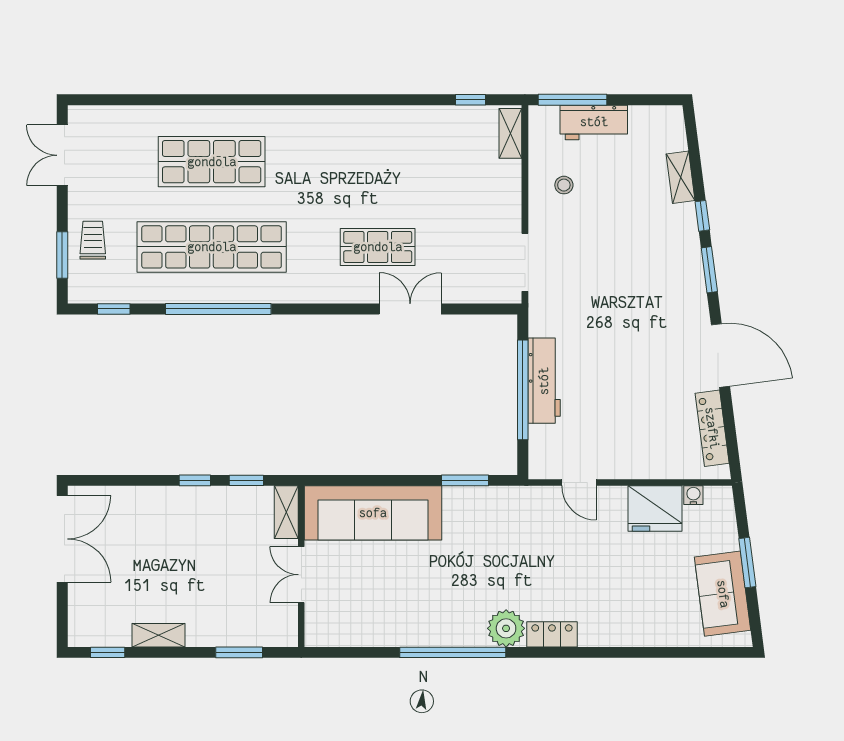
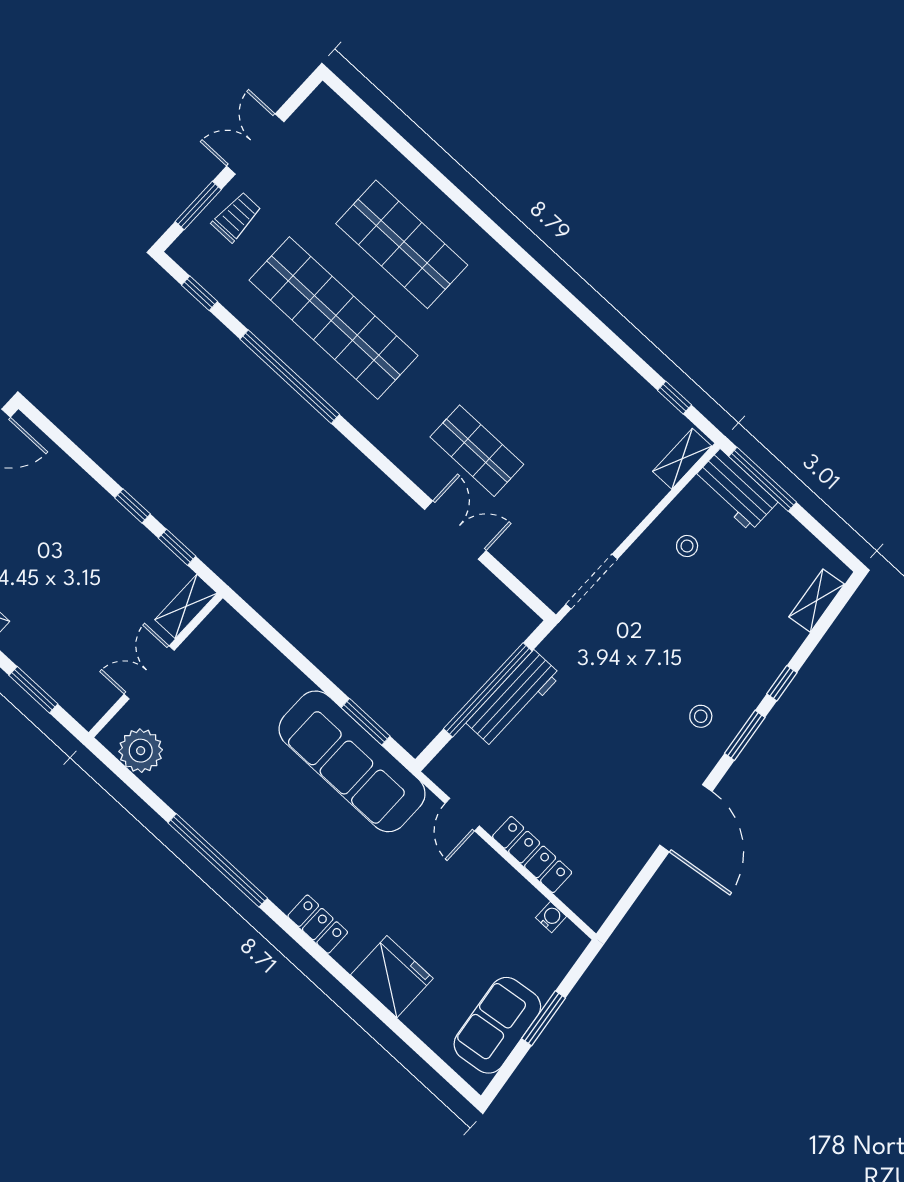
workbench: (594, 122) -> (735, 490), moved
double door: (62, 155) -> (255, 144), moved
shelving: (681, 177) -> (817, 601), moved
stool: (671, 283) -> (701, 716), added
locker: (712, 428) -> (532, 855), moved, turned 97
fridge: (655, 509) -> (392, 977), moved, turned 180
sofa: (373, 513) -> (352, 761), moved
plant: (506, 628) -> (141, 751), moved

